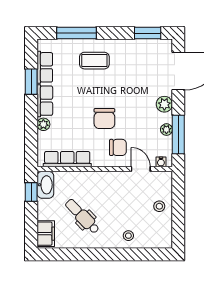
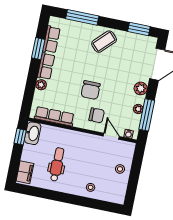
coffee table: (94, 61) -> (104, 42), moved, turned -45
dental chair: (82, 216) -> (57, 164), turned 44

